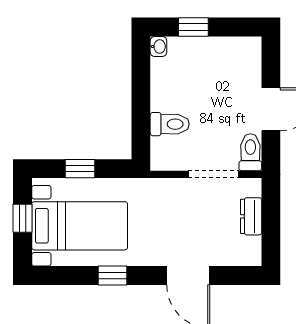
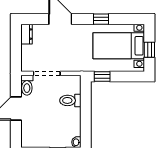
window: (80, 169) -> (102, 76), moved
dresser: (251, 216) -> (26, 34), moved

